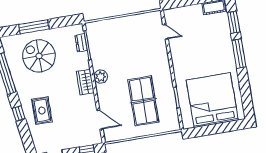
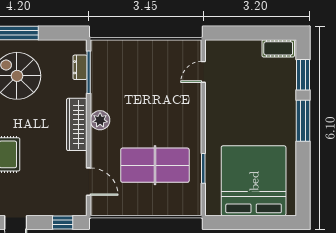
door: (165, 32) -> (203, 72), swing flipped
wardrobe: (85, 82) -> (77, 124), width x1.50
table tennis table: (143, 101) -> (155, 165), turned 90

